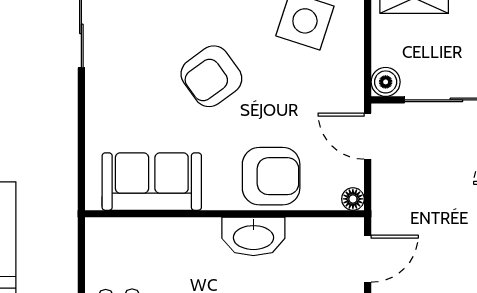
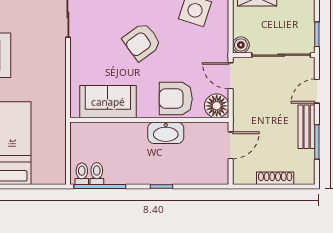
armchair: (271, 176) -> (176, 99), turned 180
floor lamp: (353, 199) -> (217, 106), width x1.89, depth x1.89

